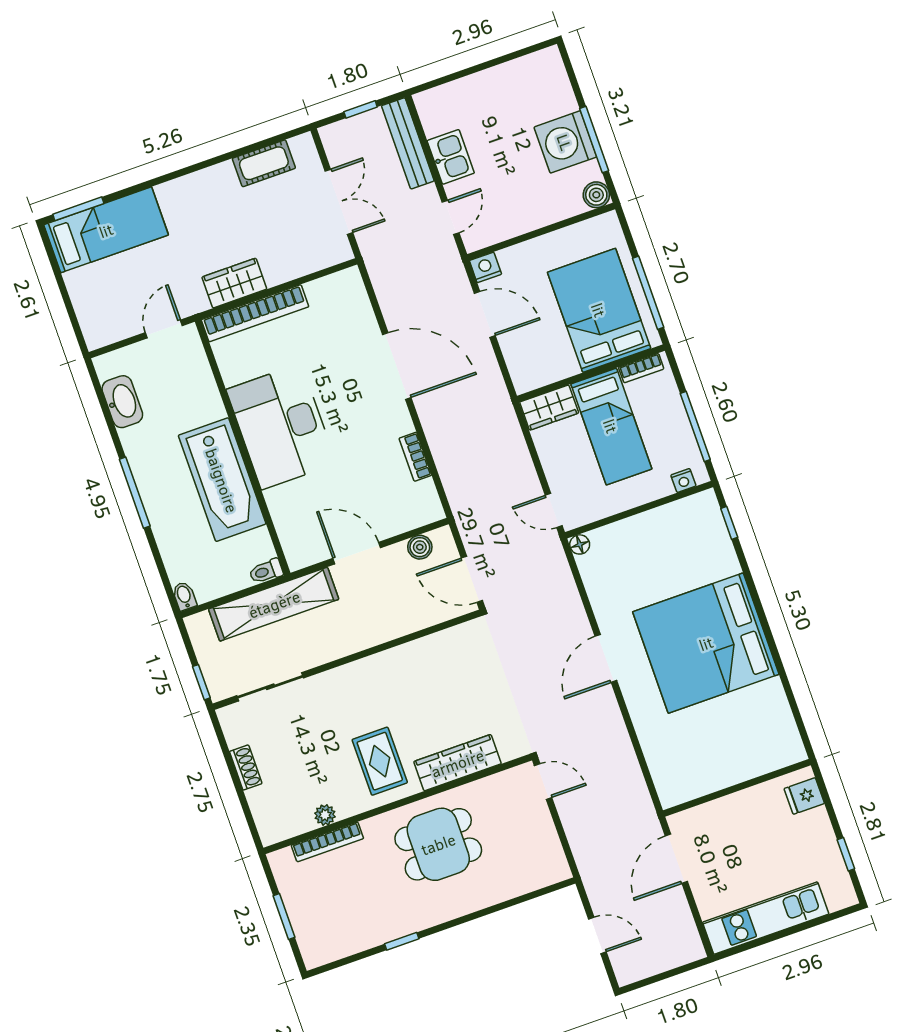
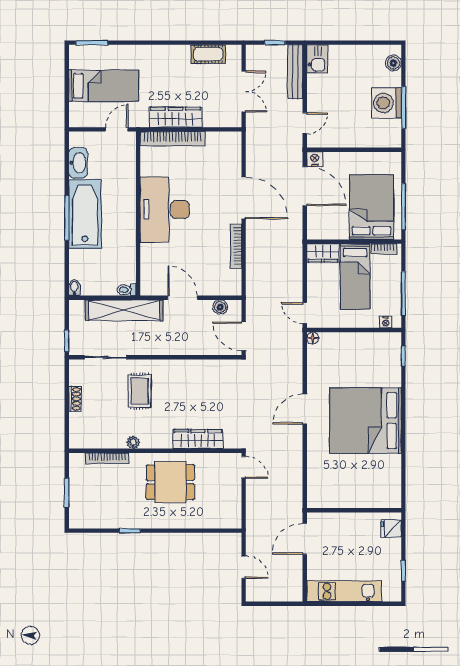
kitchen sink: (451, 157) -> (317, 59), moved
boiler: (596, 195) -> (393, 63), moved
bed: (106, 230) -> (104, 86), moved
wardrobe: (234, 283) -> (176, 117), width x1.50
door: (485, 314) -> (305, 186), width x1.36
bookcase: (415, 457) -> (236, 246), width x1.56
bathtub: (222, 480) -> (85, 214), moved, turned 180
rug: (380, 761) -> (139, 391), moved
plant: (325, 815) -> (133, 442), moved

